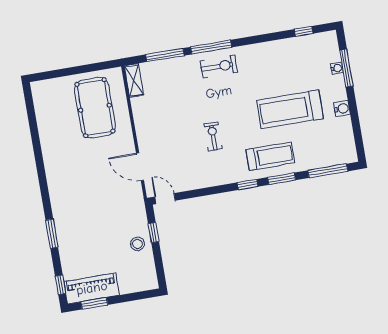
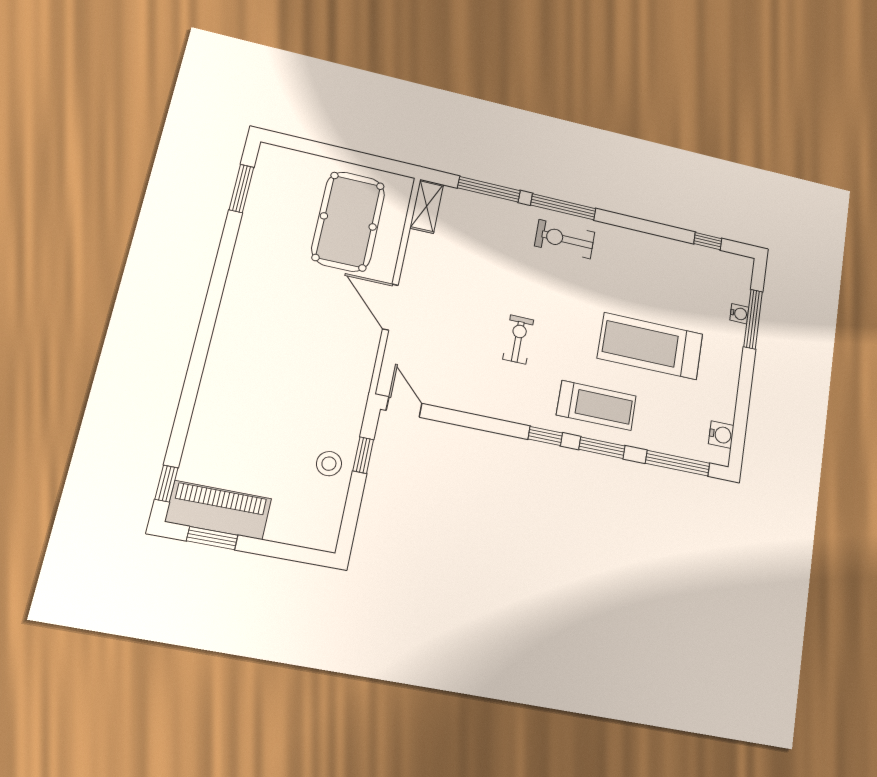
exercise bike: (219, 66) -> (565, 239), turned 180
water cooler: (342, 109) -> (721, 435), moved
door: (140, 167) -> (390, 307), moved
window: (52, 234) -> (241, 189), moved

